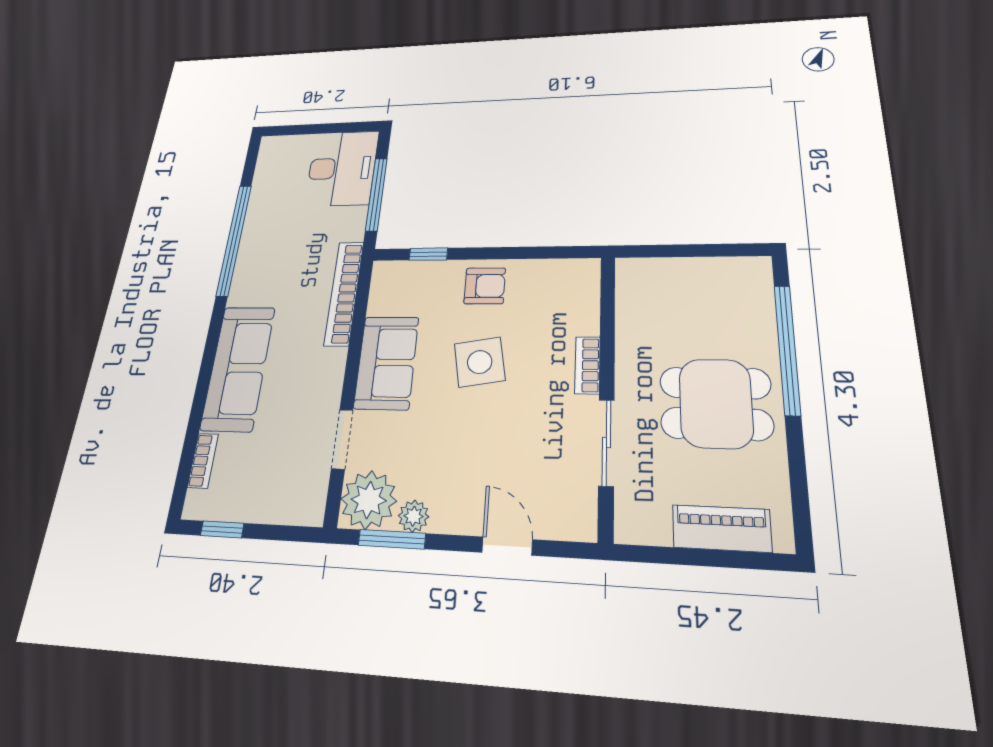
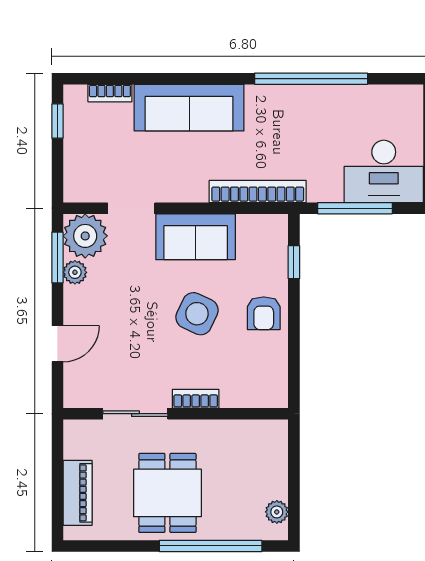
plant: (735, 269) -> (277, 512), added
side table: (480, 362) -> (197, 314), turned 35

